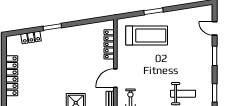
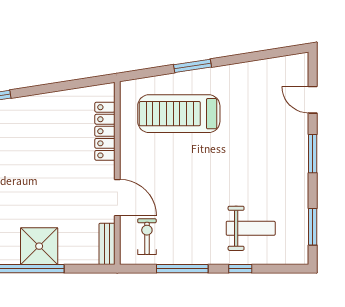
treadmill: (147, 35) -> (179, 114), turned 180
door: (115, 78) -> (117, 198), swing flipped

